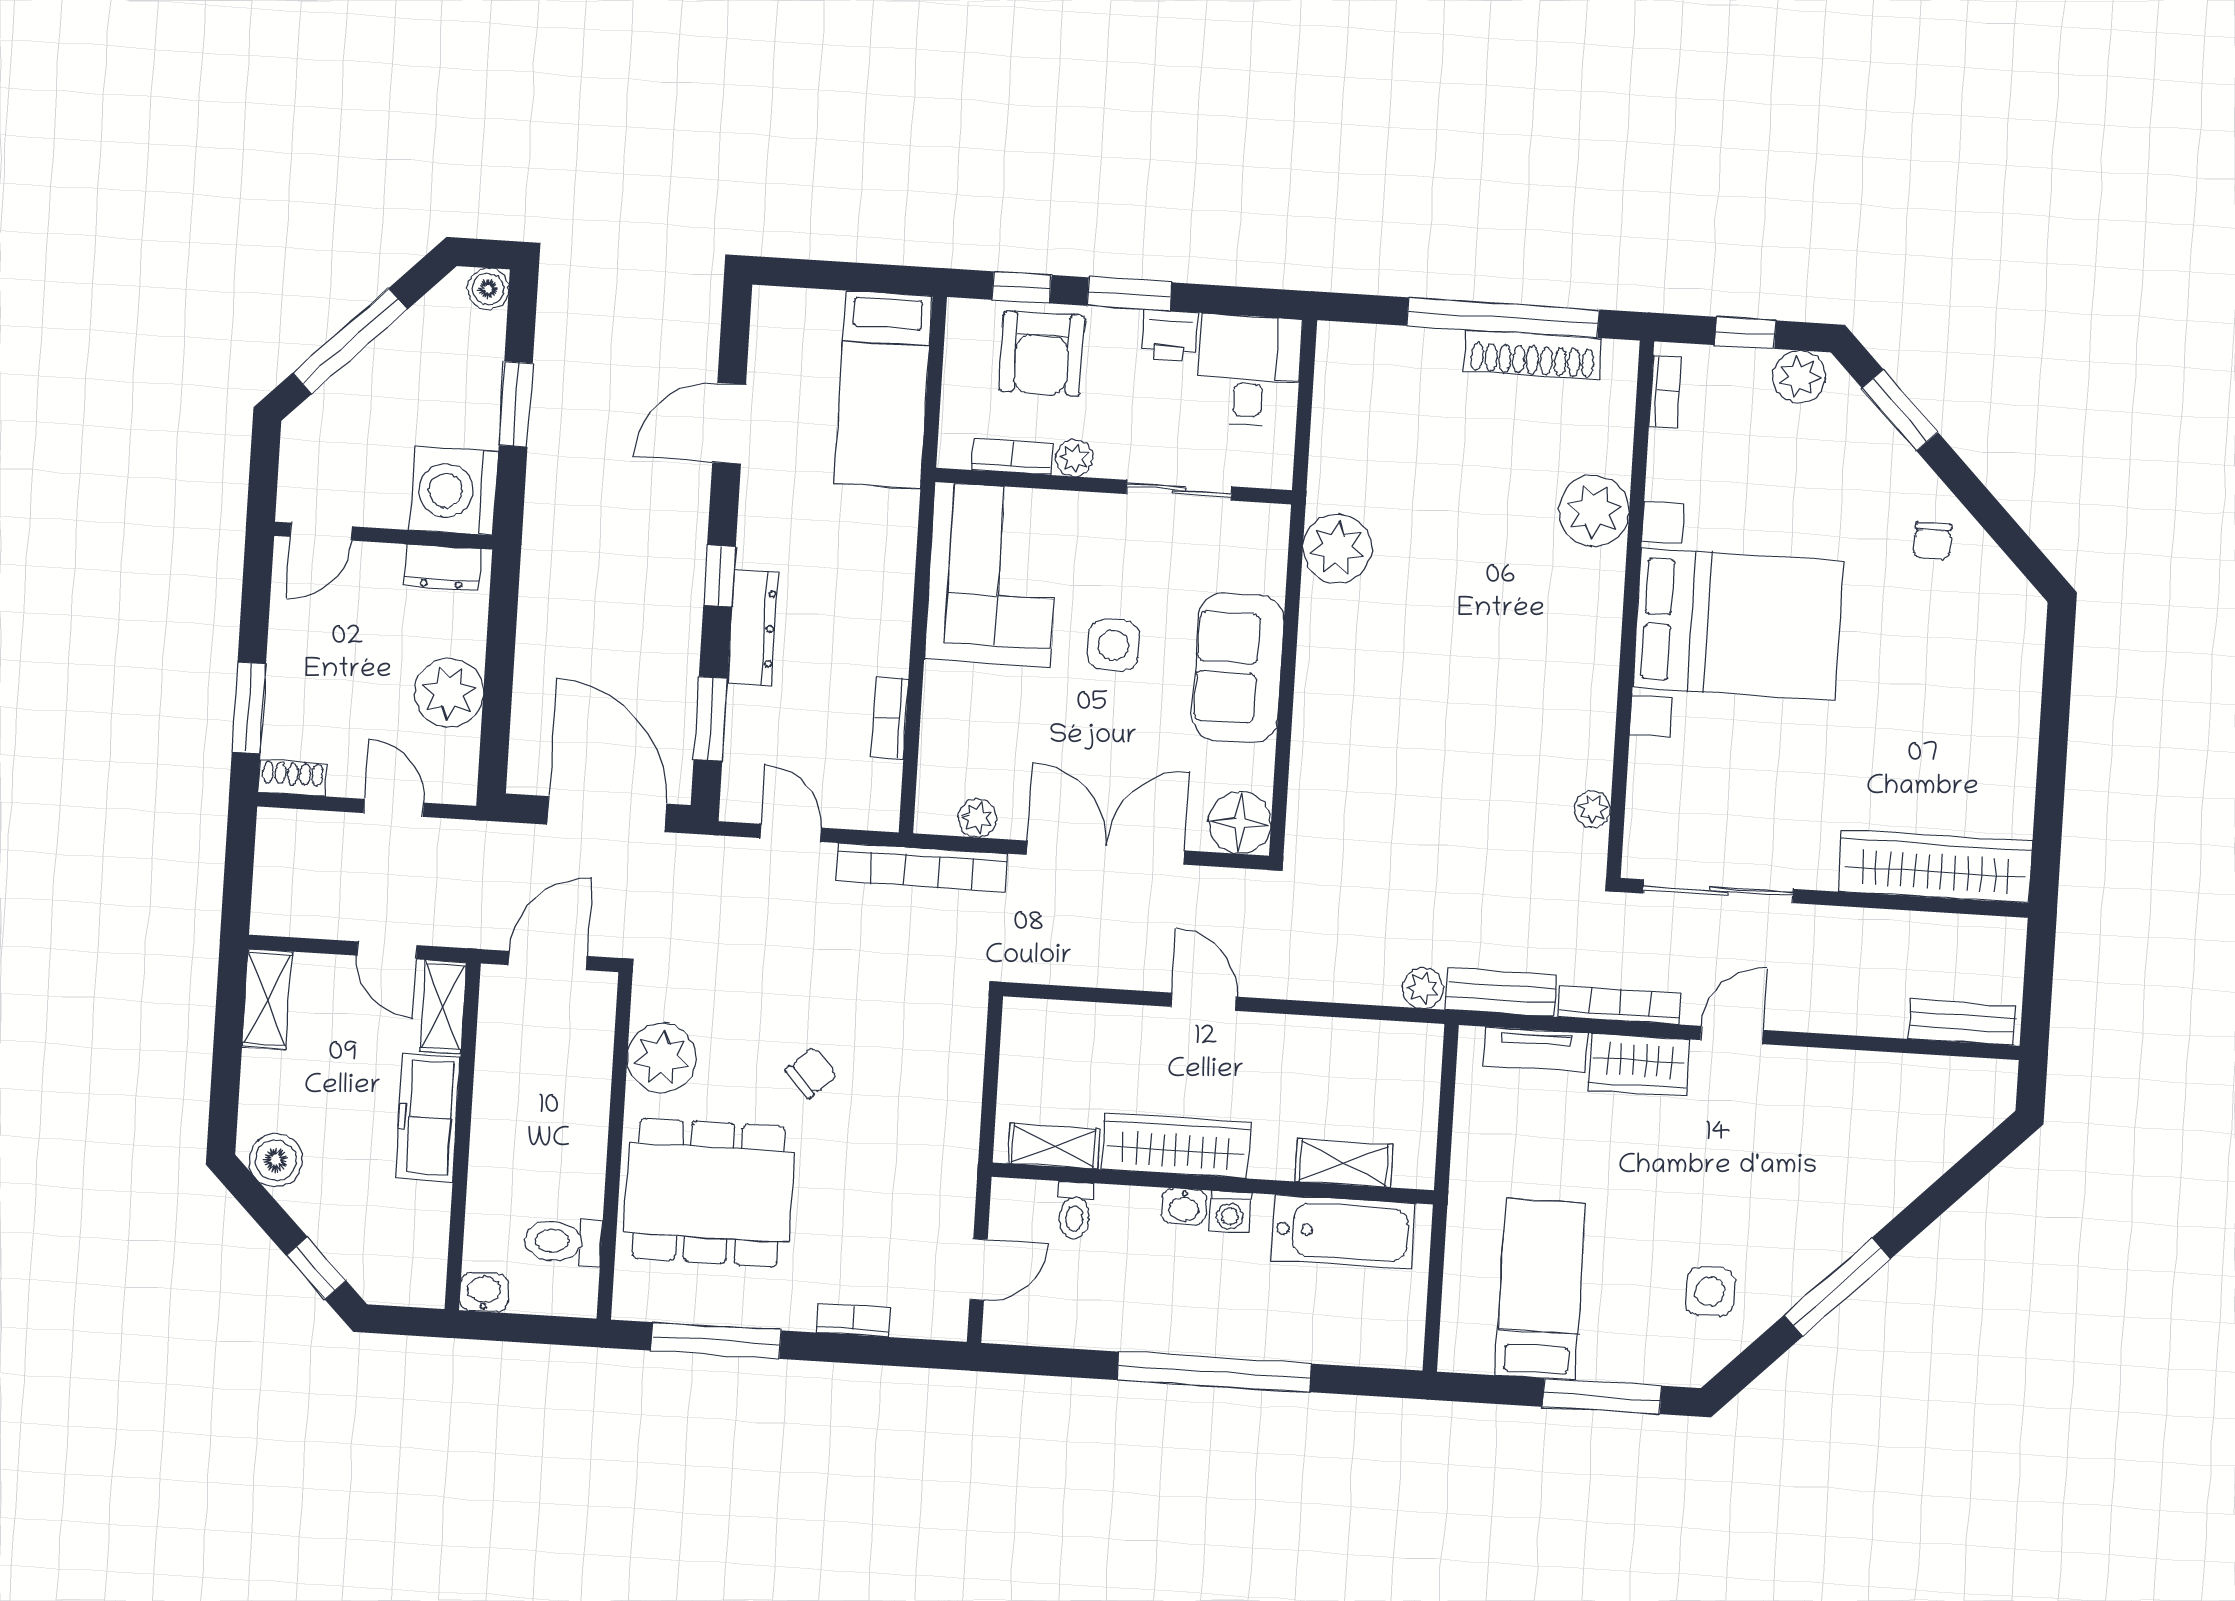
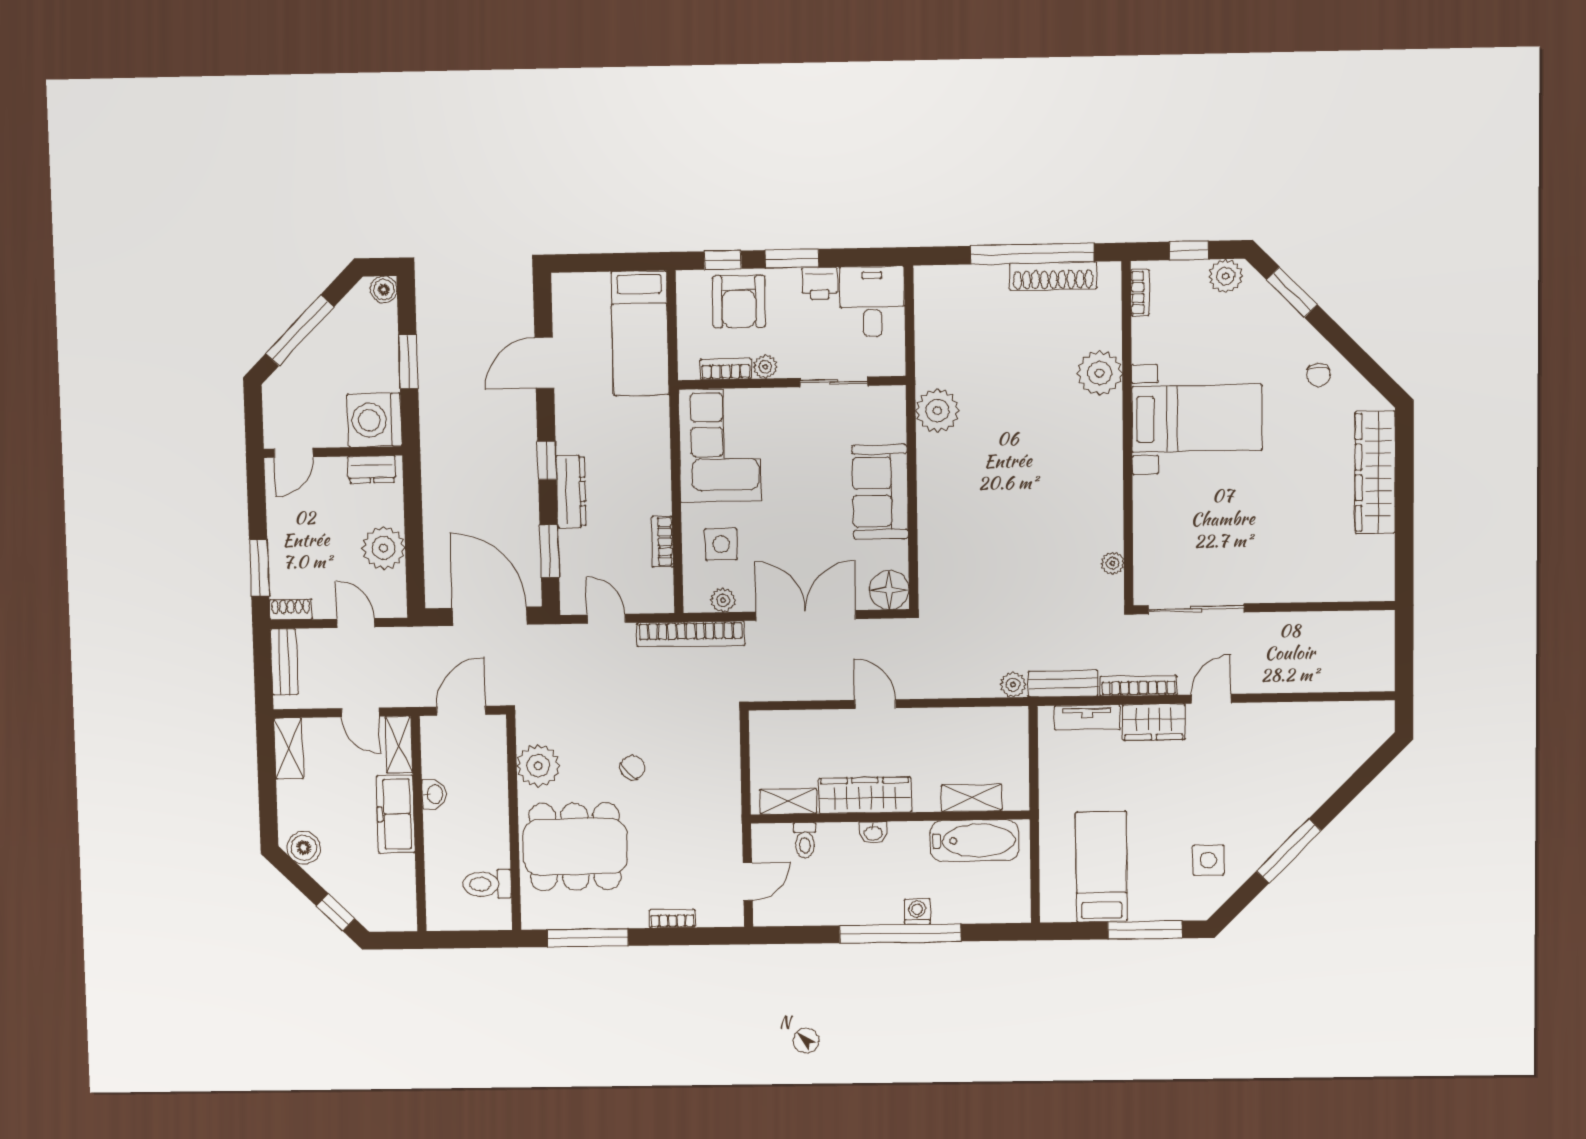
bed with nightstands: (1738, 624) -> (1197, 418), width x0.73
side table: (1113, 645) -> (721, 544), moved
wardrobe: (1935, 867) -> (1375, 472), moved, turned -90
bench: (1962, 1022) -> (284, 662), moved, turned 90
washing machine: (1230, 1212) -> (917, 912), moved, turned 180
washbasin: (484, 1292) -> (434, 794), moved, turned 90

